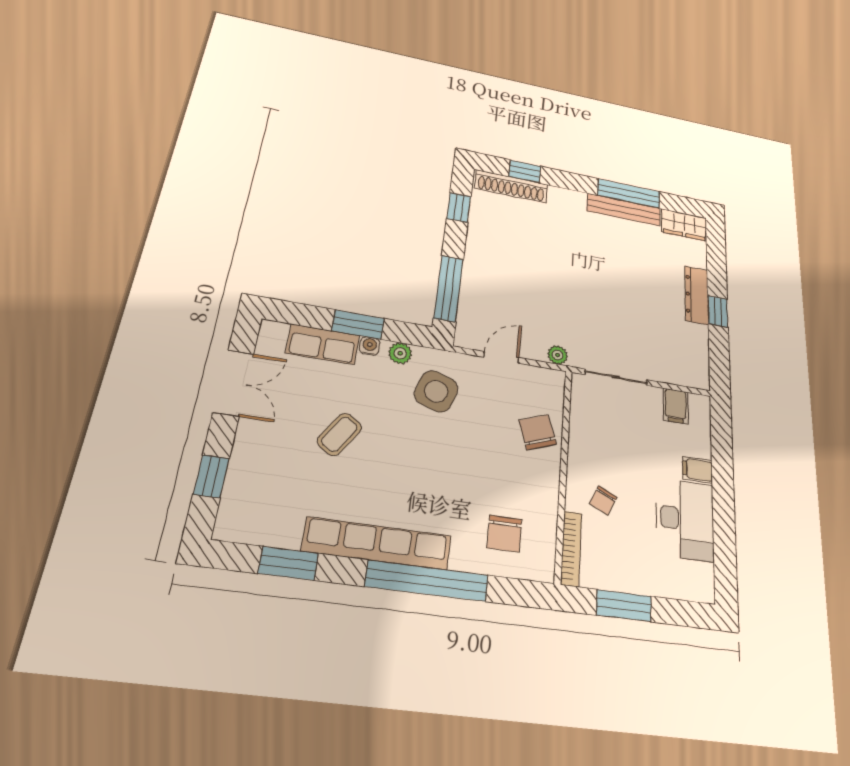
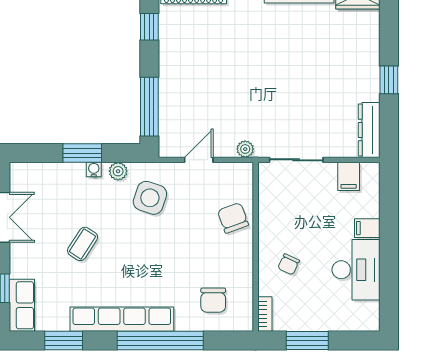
dresser: (697, 295) -> (369, 130), moved
row of seats: (323, 344) -> (22, 305), moved, turned -90
bookcase: (571, 548) -> (265, 314), width x0.64

